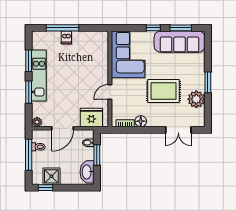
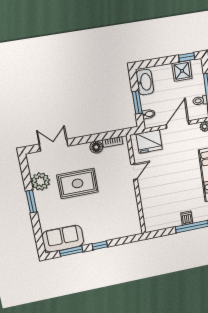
sofa: (180, 42) -> (63, 239), width x0.73
corner sofa: (128, 54) -> (121, 214), removed

